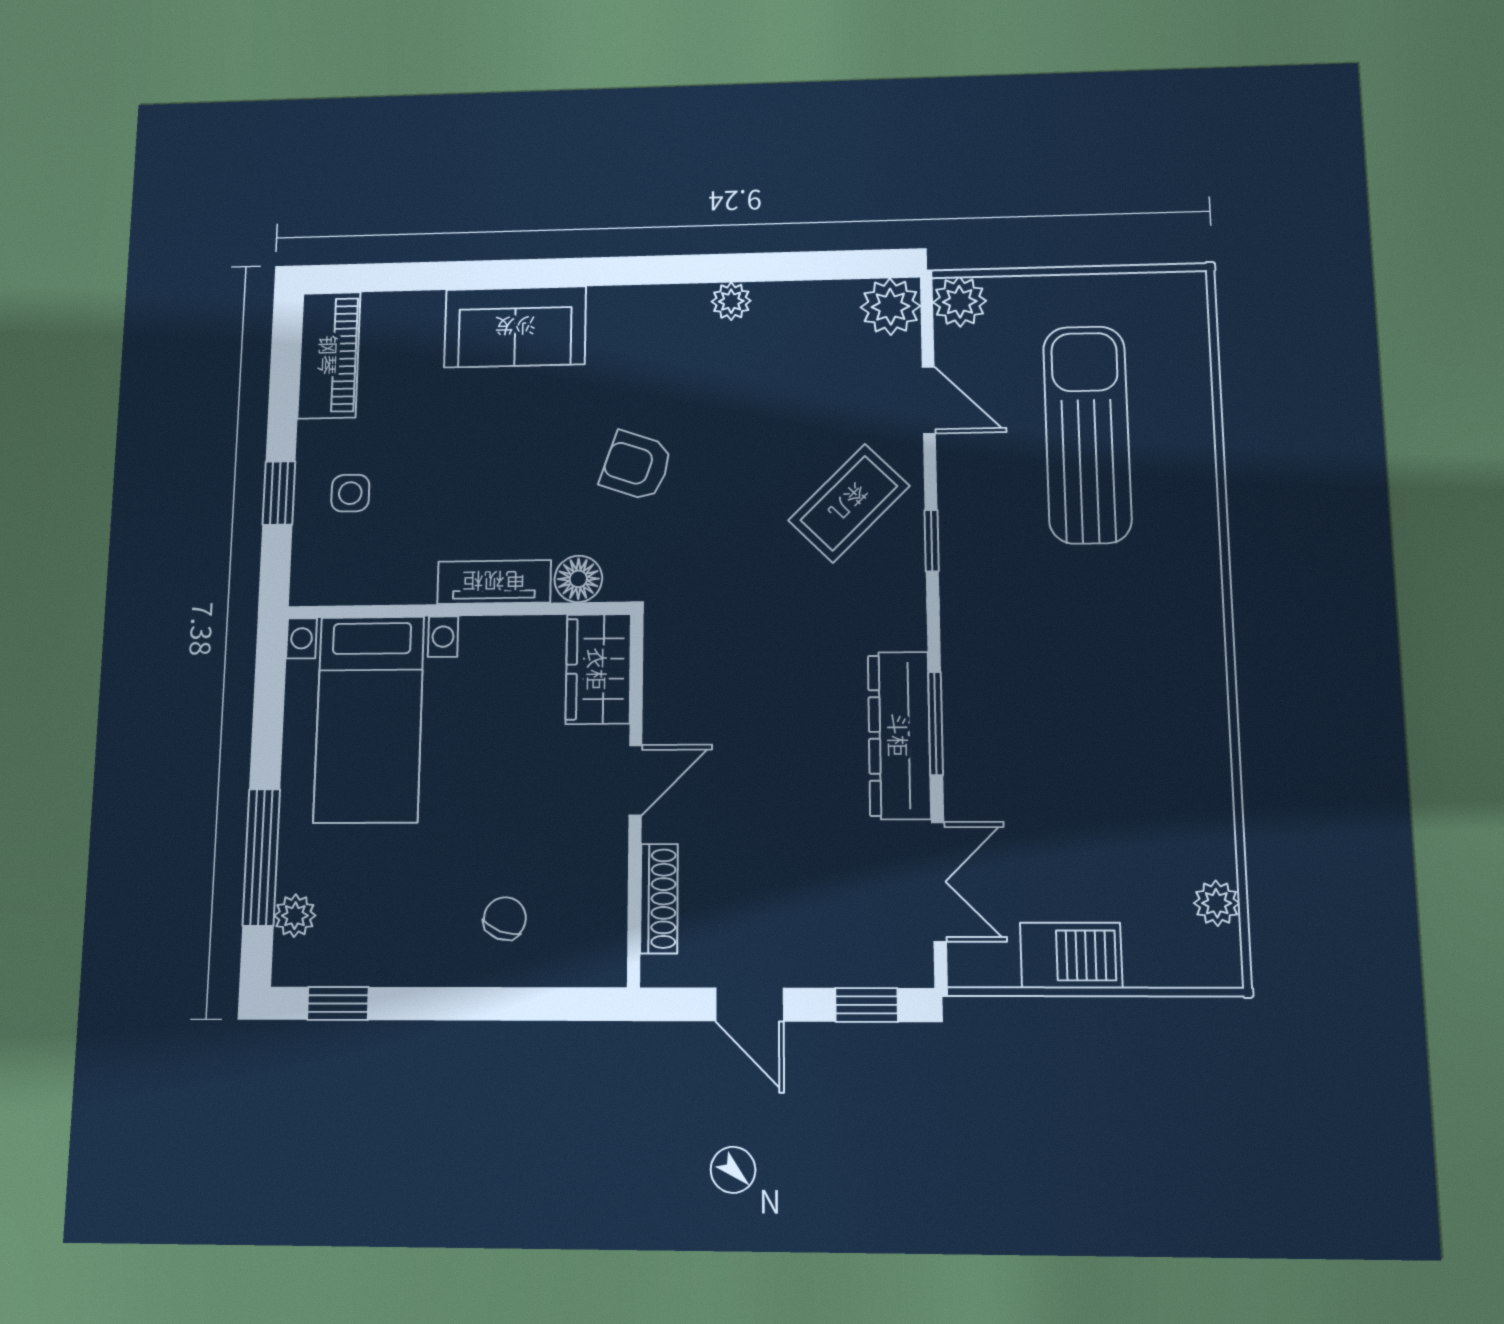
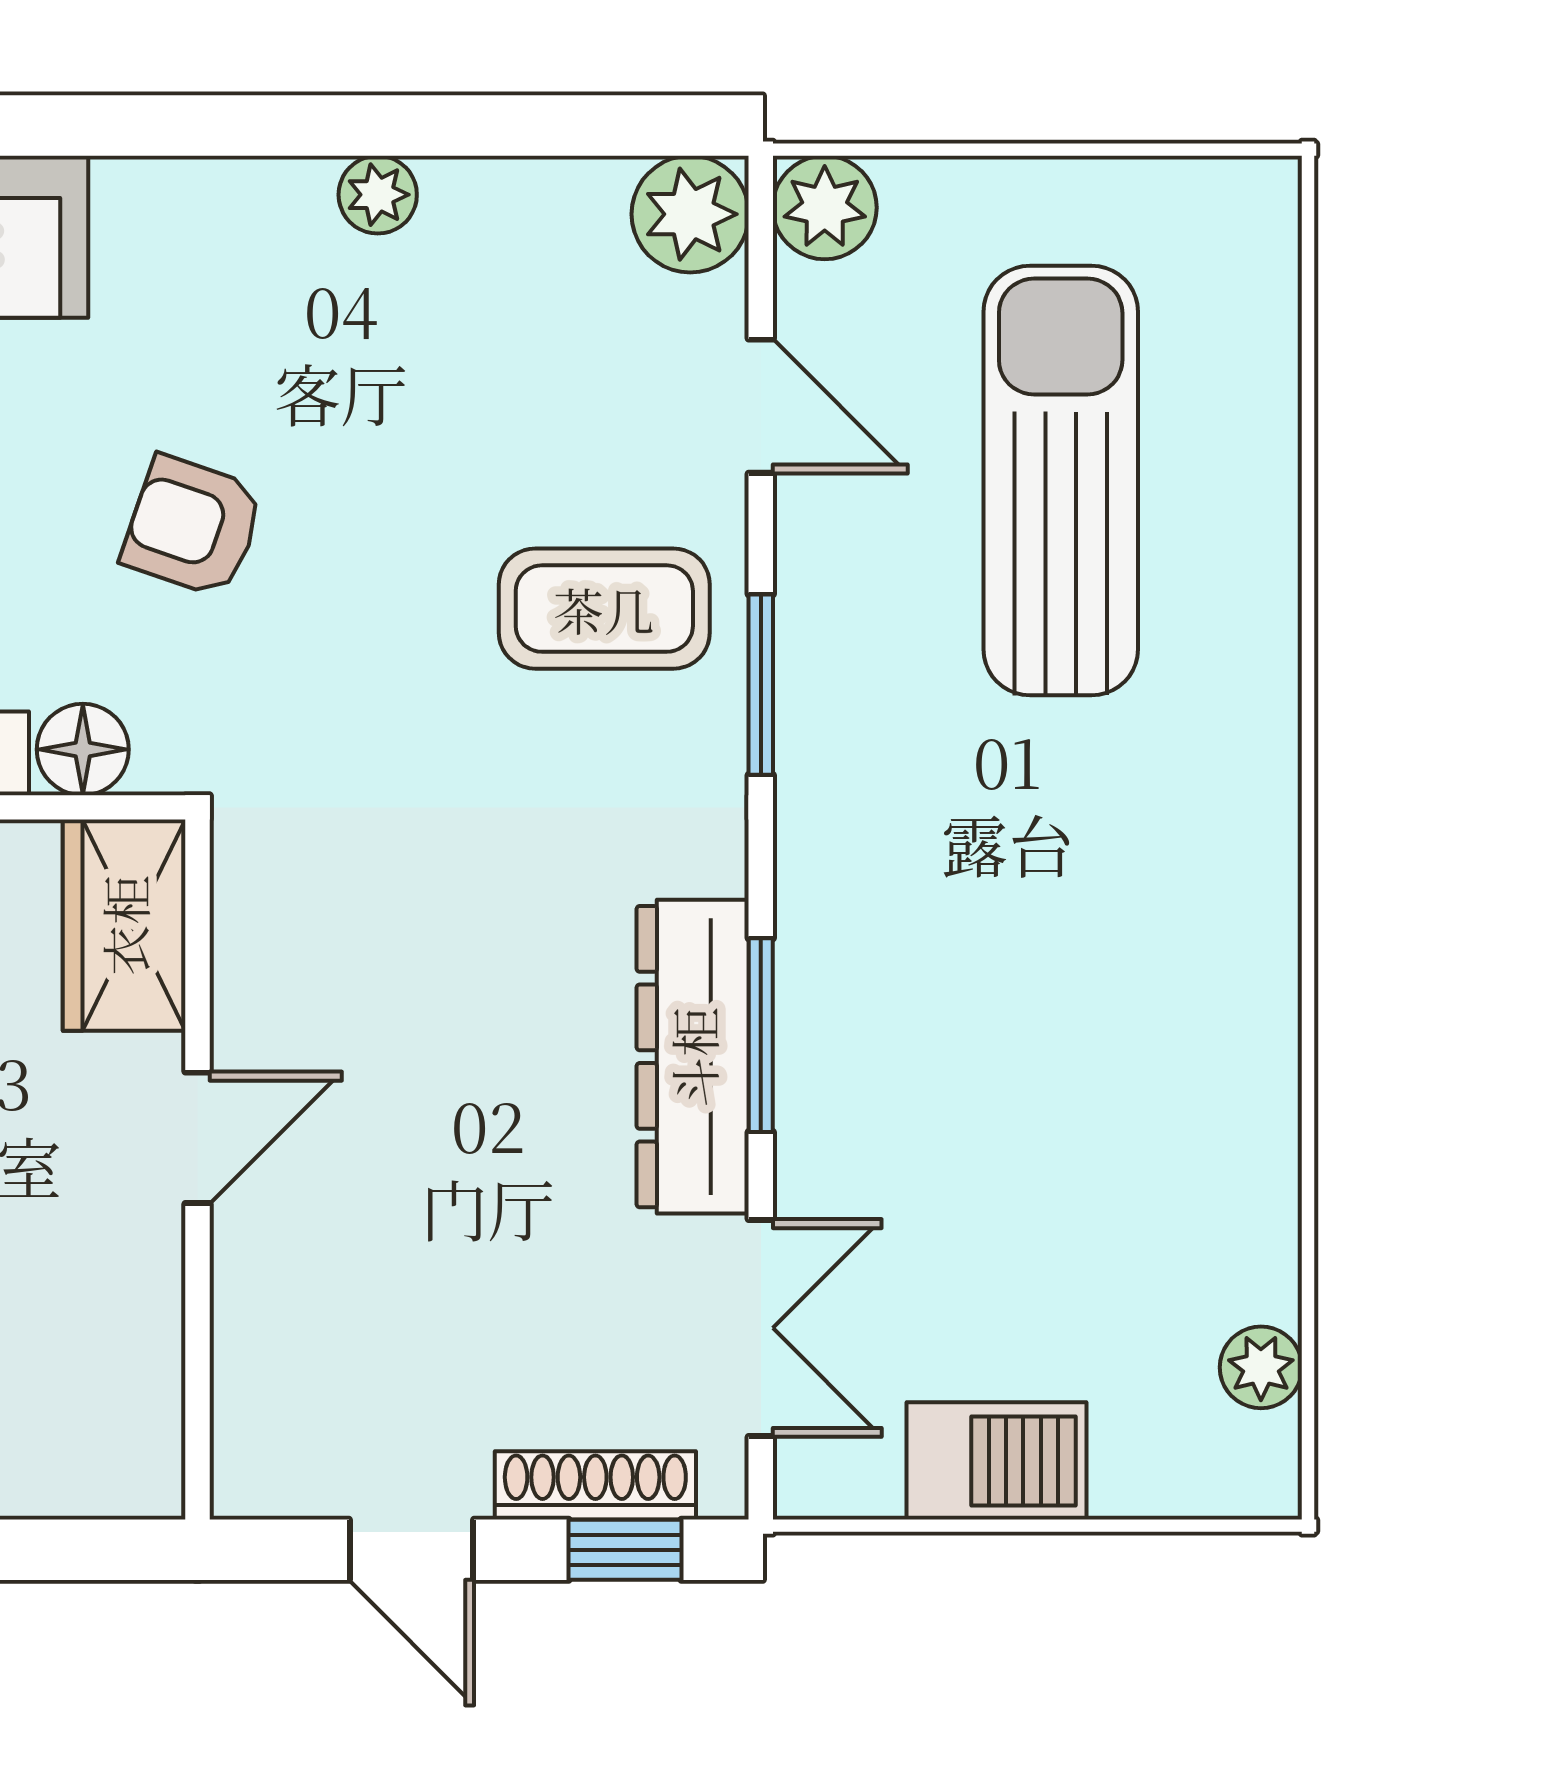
coffee table: (849, 503) -> (604, 609), turned 45
window: (932, 541) -> (761, 685), width x1.50
shoe rack: (659, 898) -> (595, 1485), moved, turned -90

